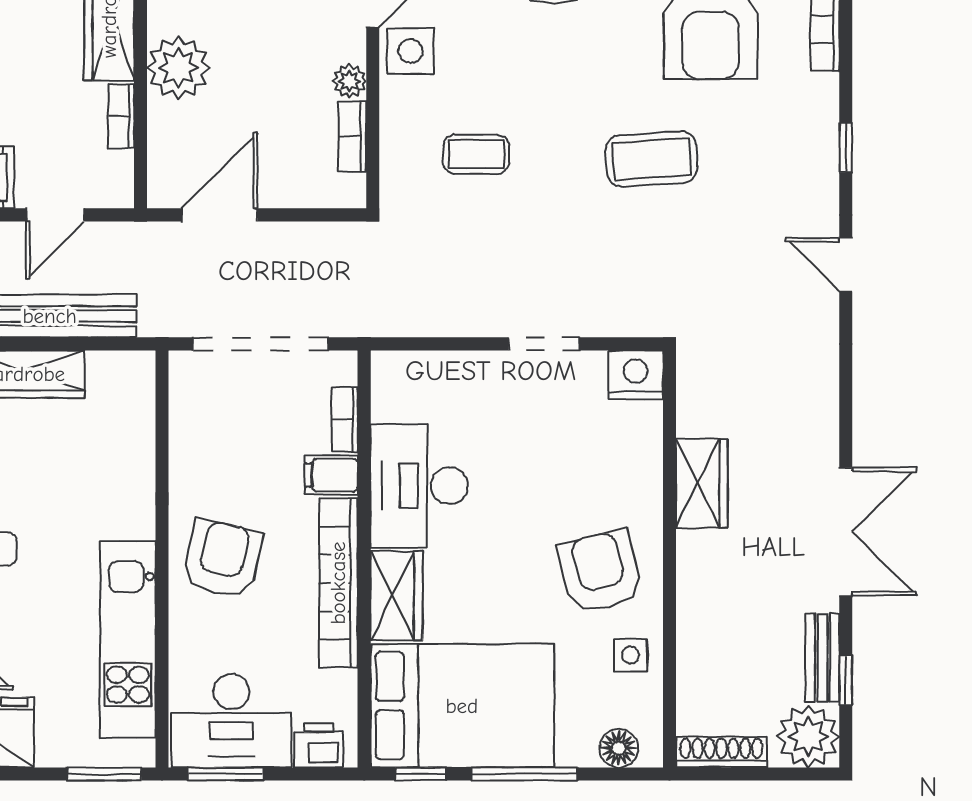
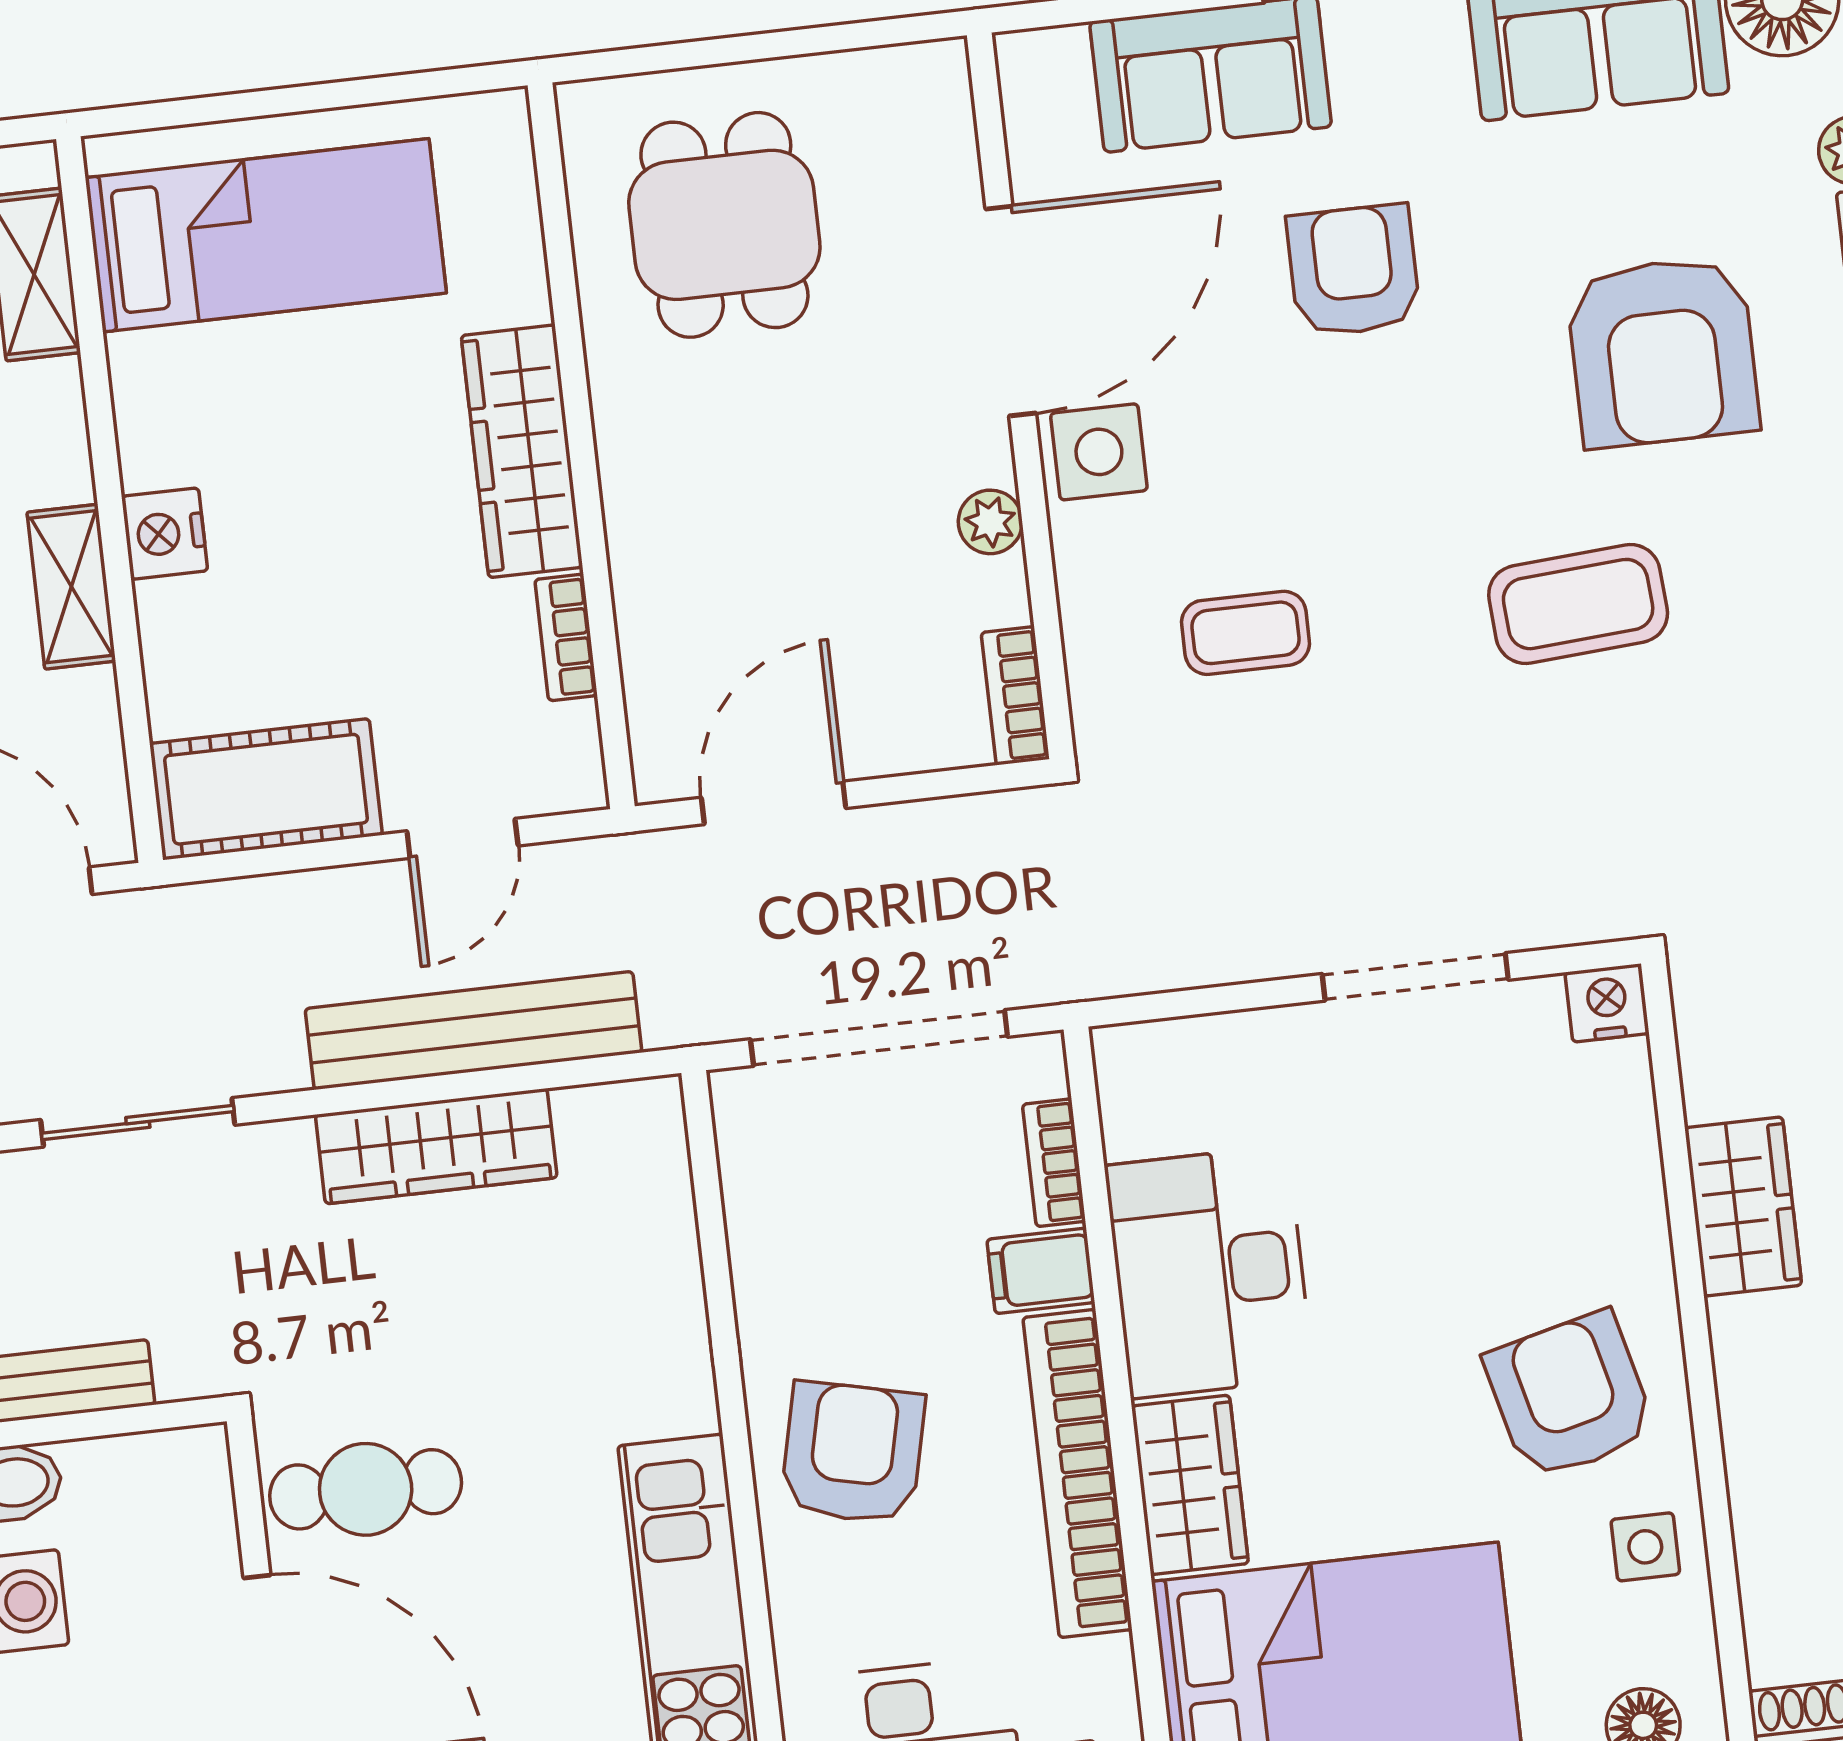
plant: (178, 68) -> (664, 533), removed
bookcase: (352, 136) -> (1015, 696), moved
doorway: (544, 344) -> (1415, 977), width x1.38
nightstand: (636, 375) -> (1607, 1003), width x0.74, depth x0.75

